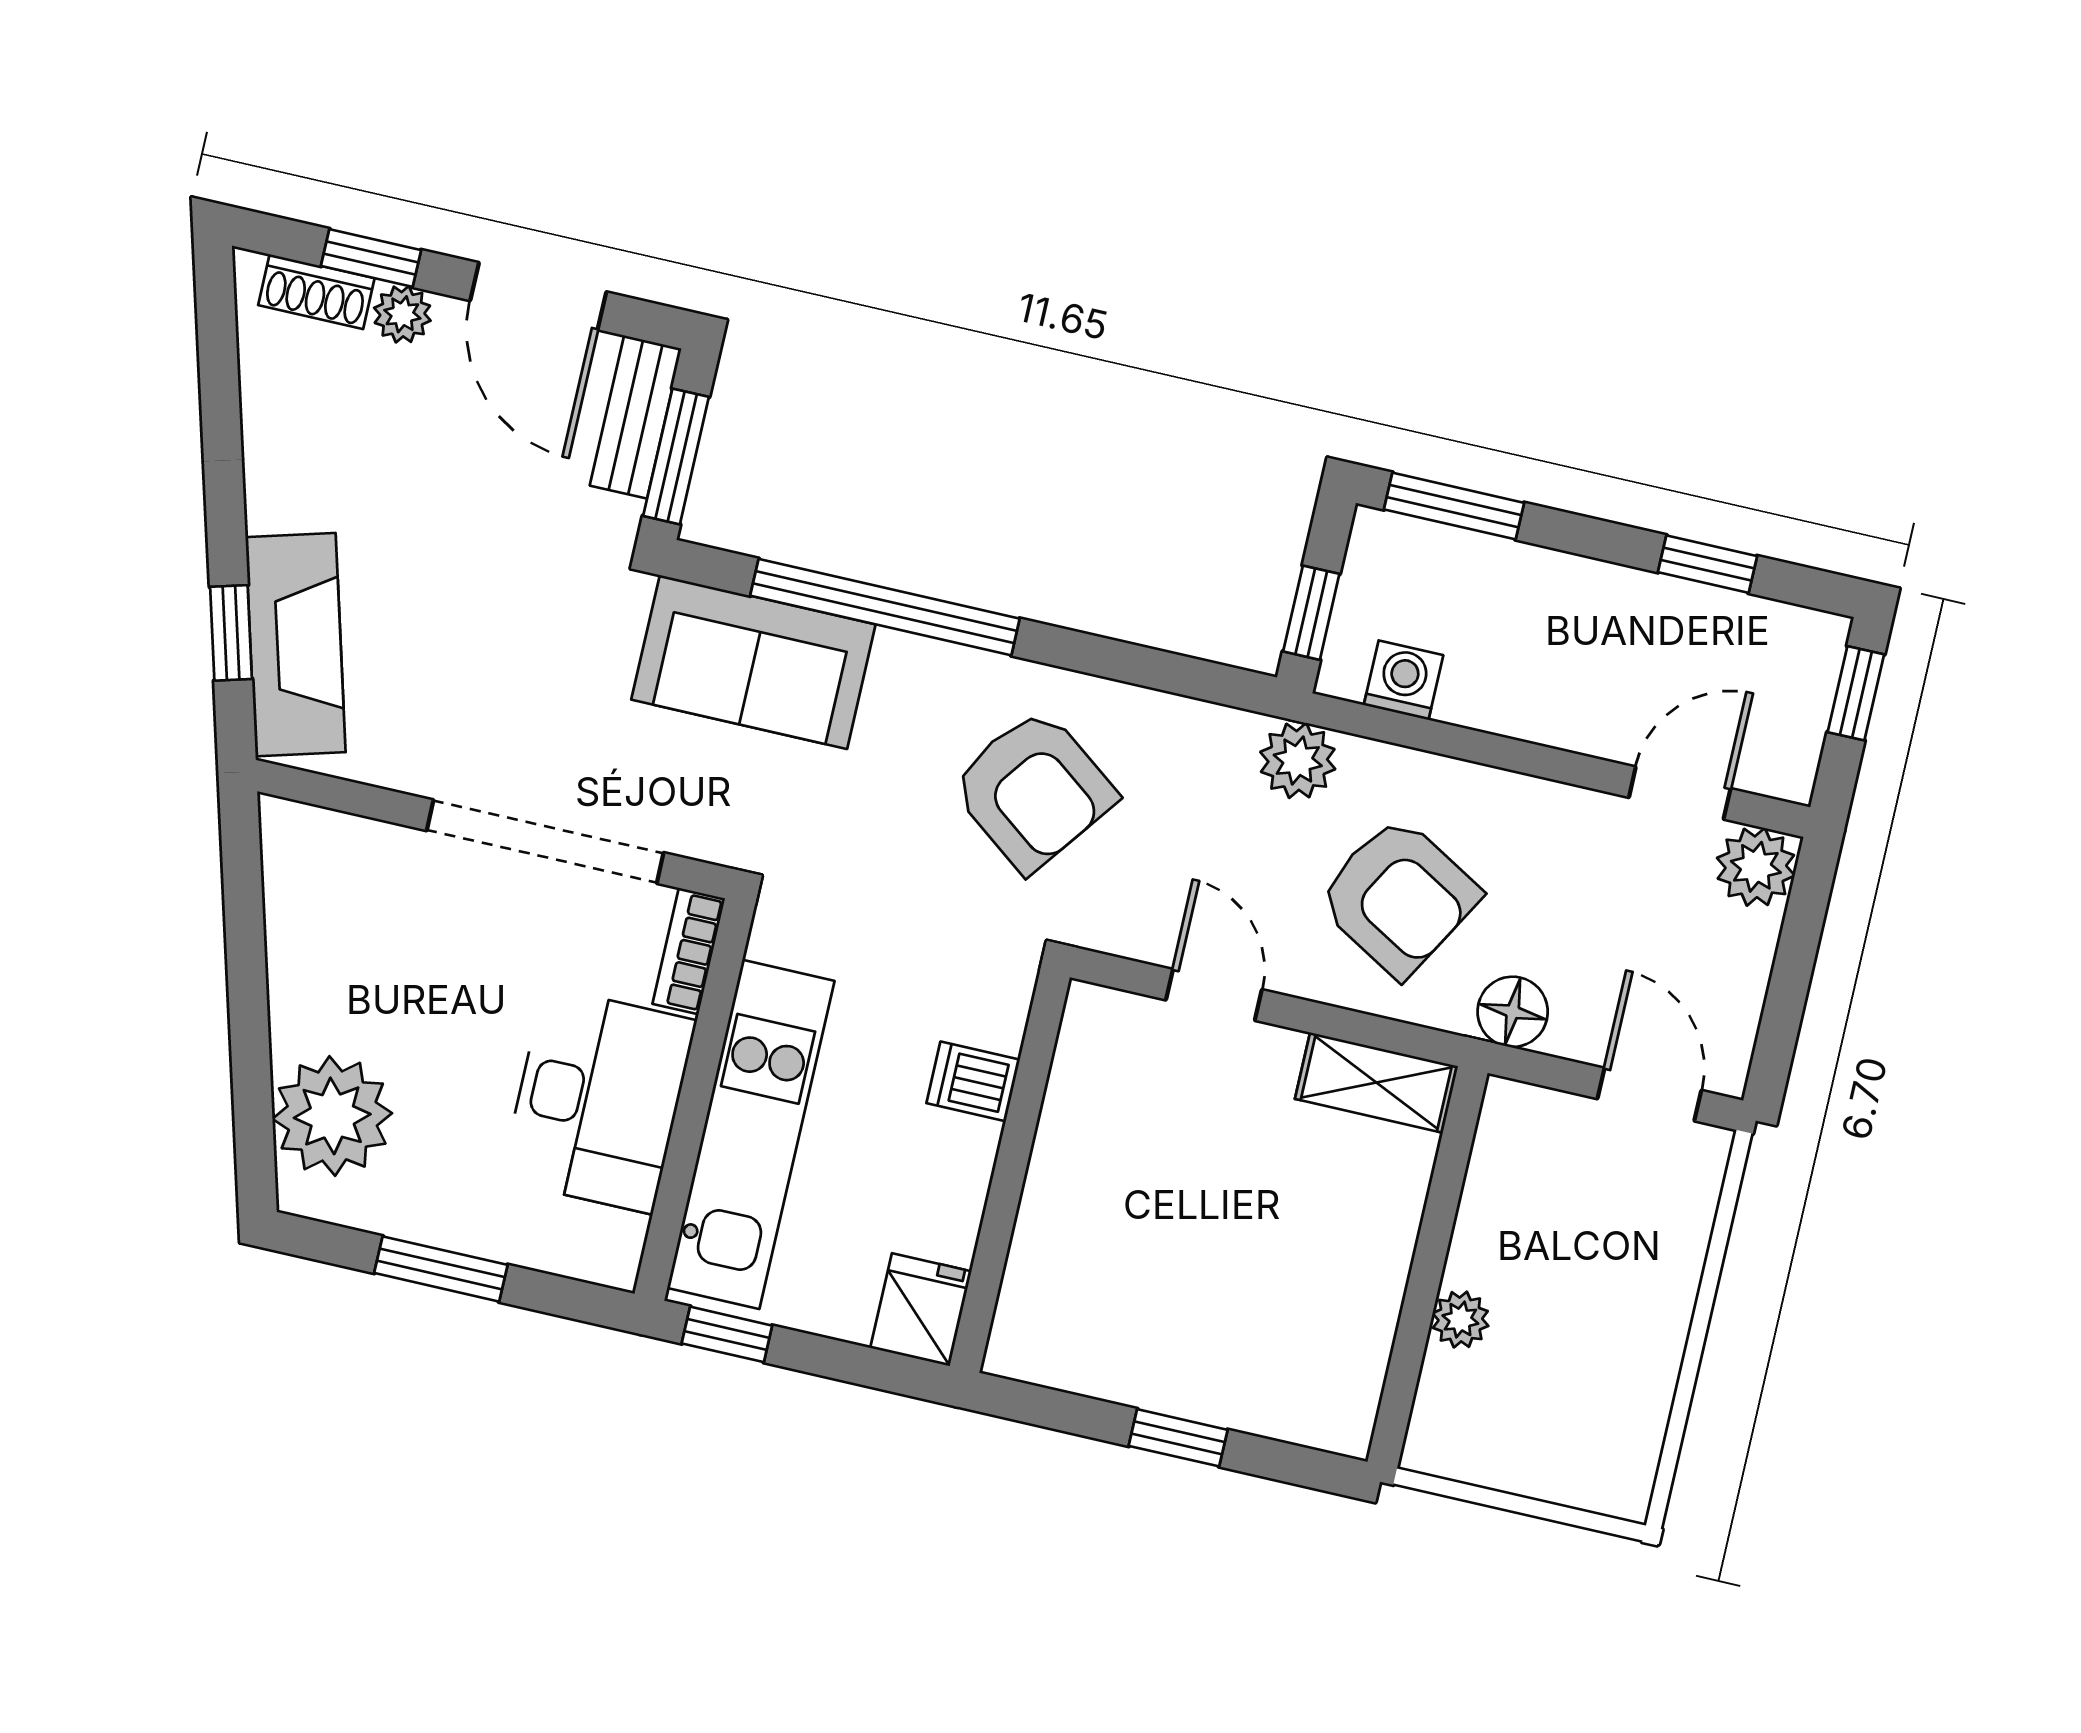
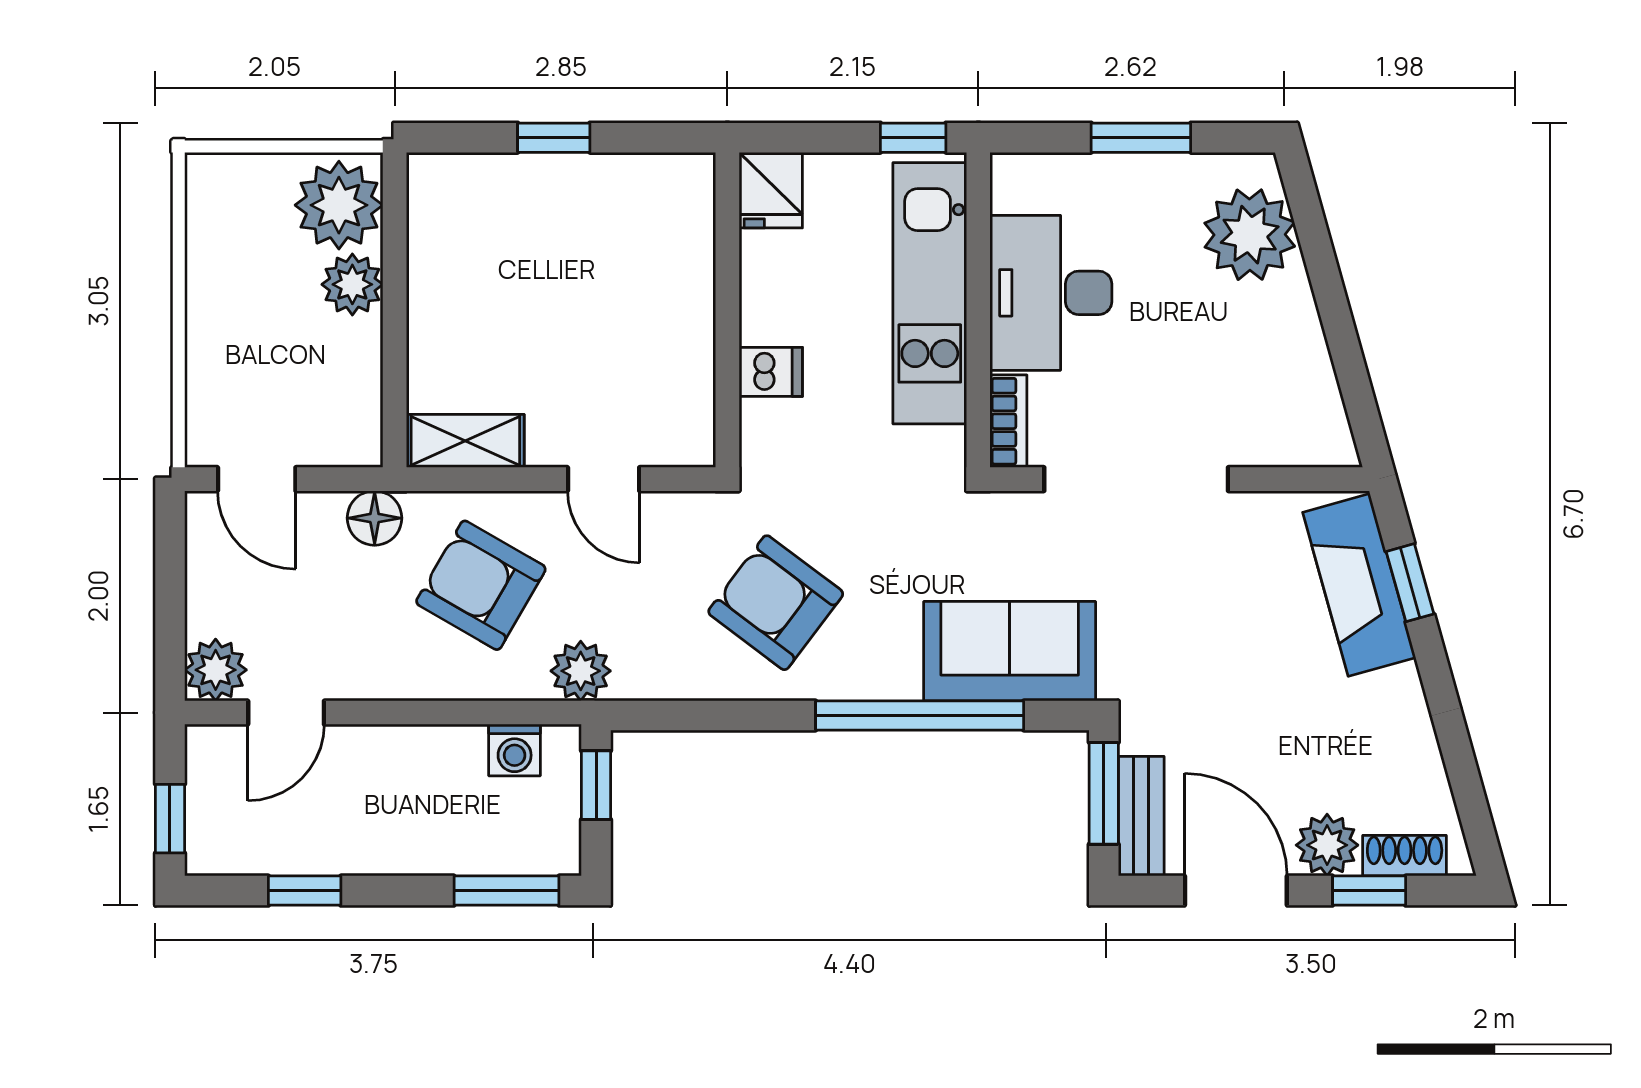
plant: (402, 314) -> (1327, 845), width x1.38, depth x1.38
plant: (1460, 1320) -> (352, 284), width x1.38, depth x1.38
plant: (1467, 1415) -> (339, 205), added

